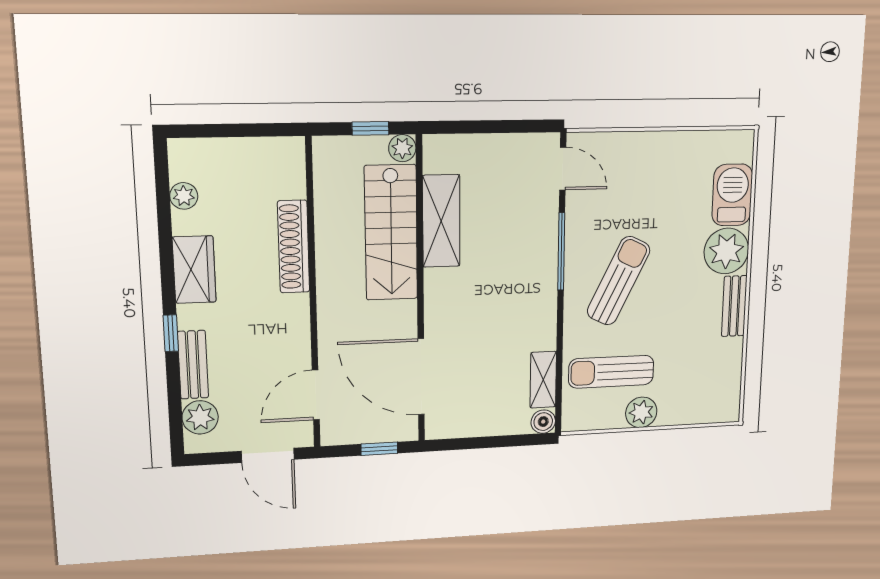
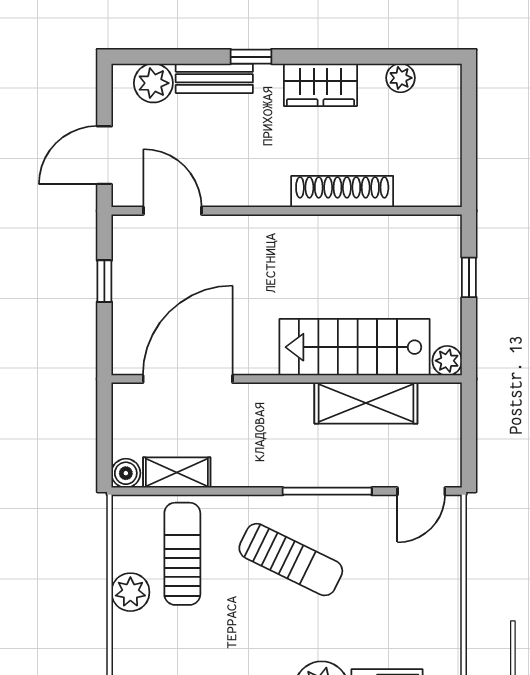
plant: (402, 148) -> (447, 361), moved
shelving: (441, 221) -> (366, 403), moved
stairs: (391, 233) -> (355, 347), moved
wall: (420, 292) -> (287, 379), moved
door: (421, 377) -> (188, 379), moved

